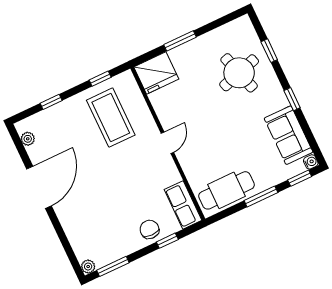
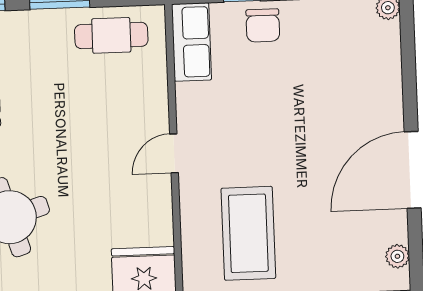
cafe table: (226, 190) -> (111, 35), width x0.73, depth x0.74

